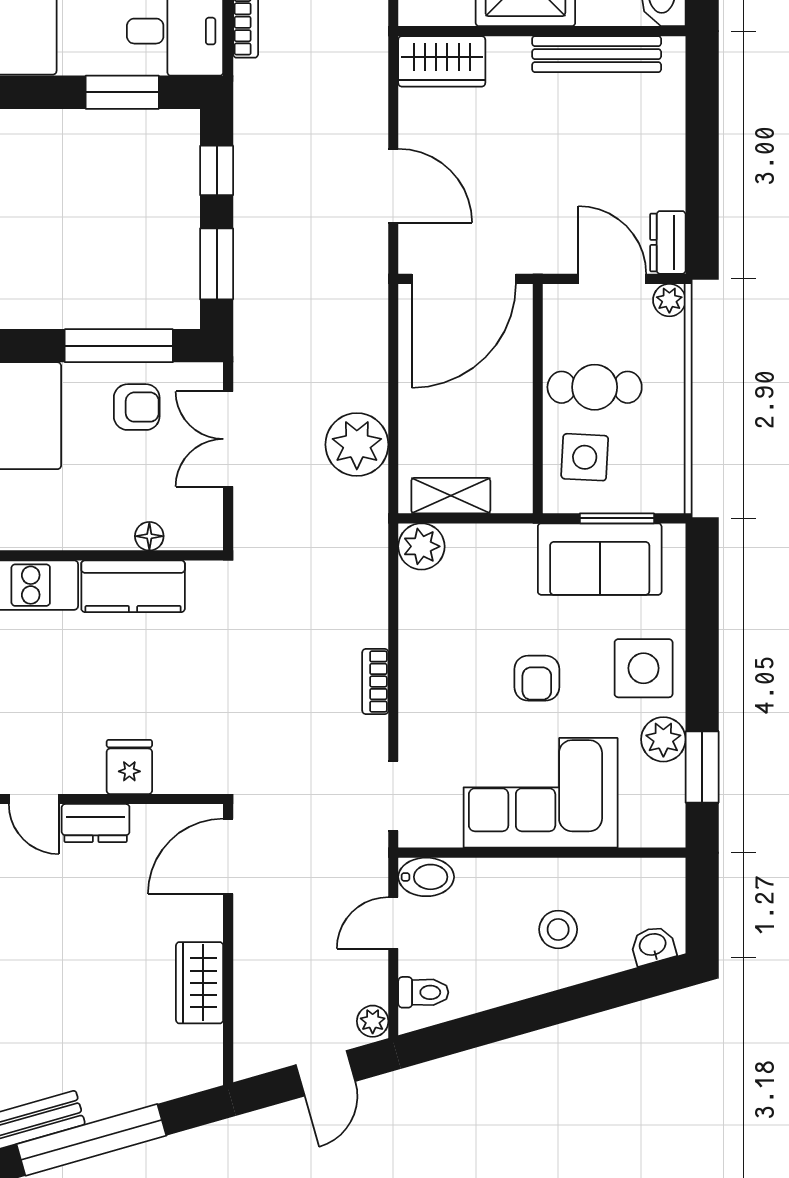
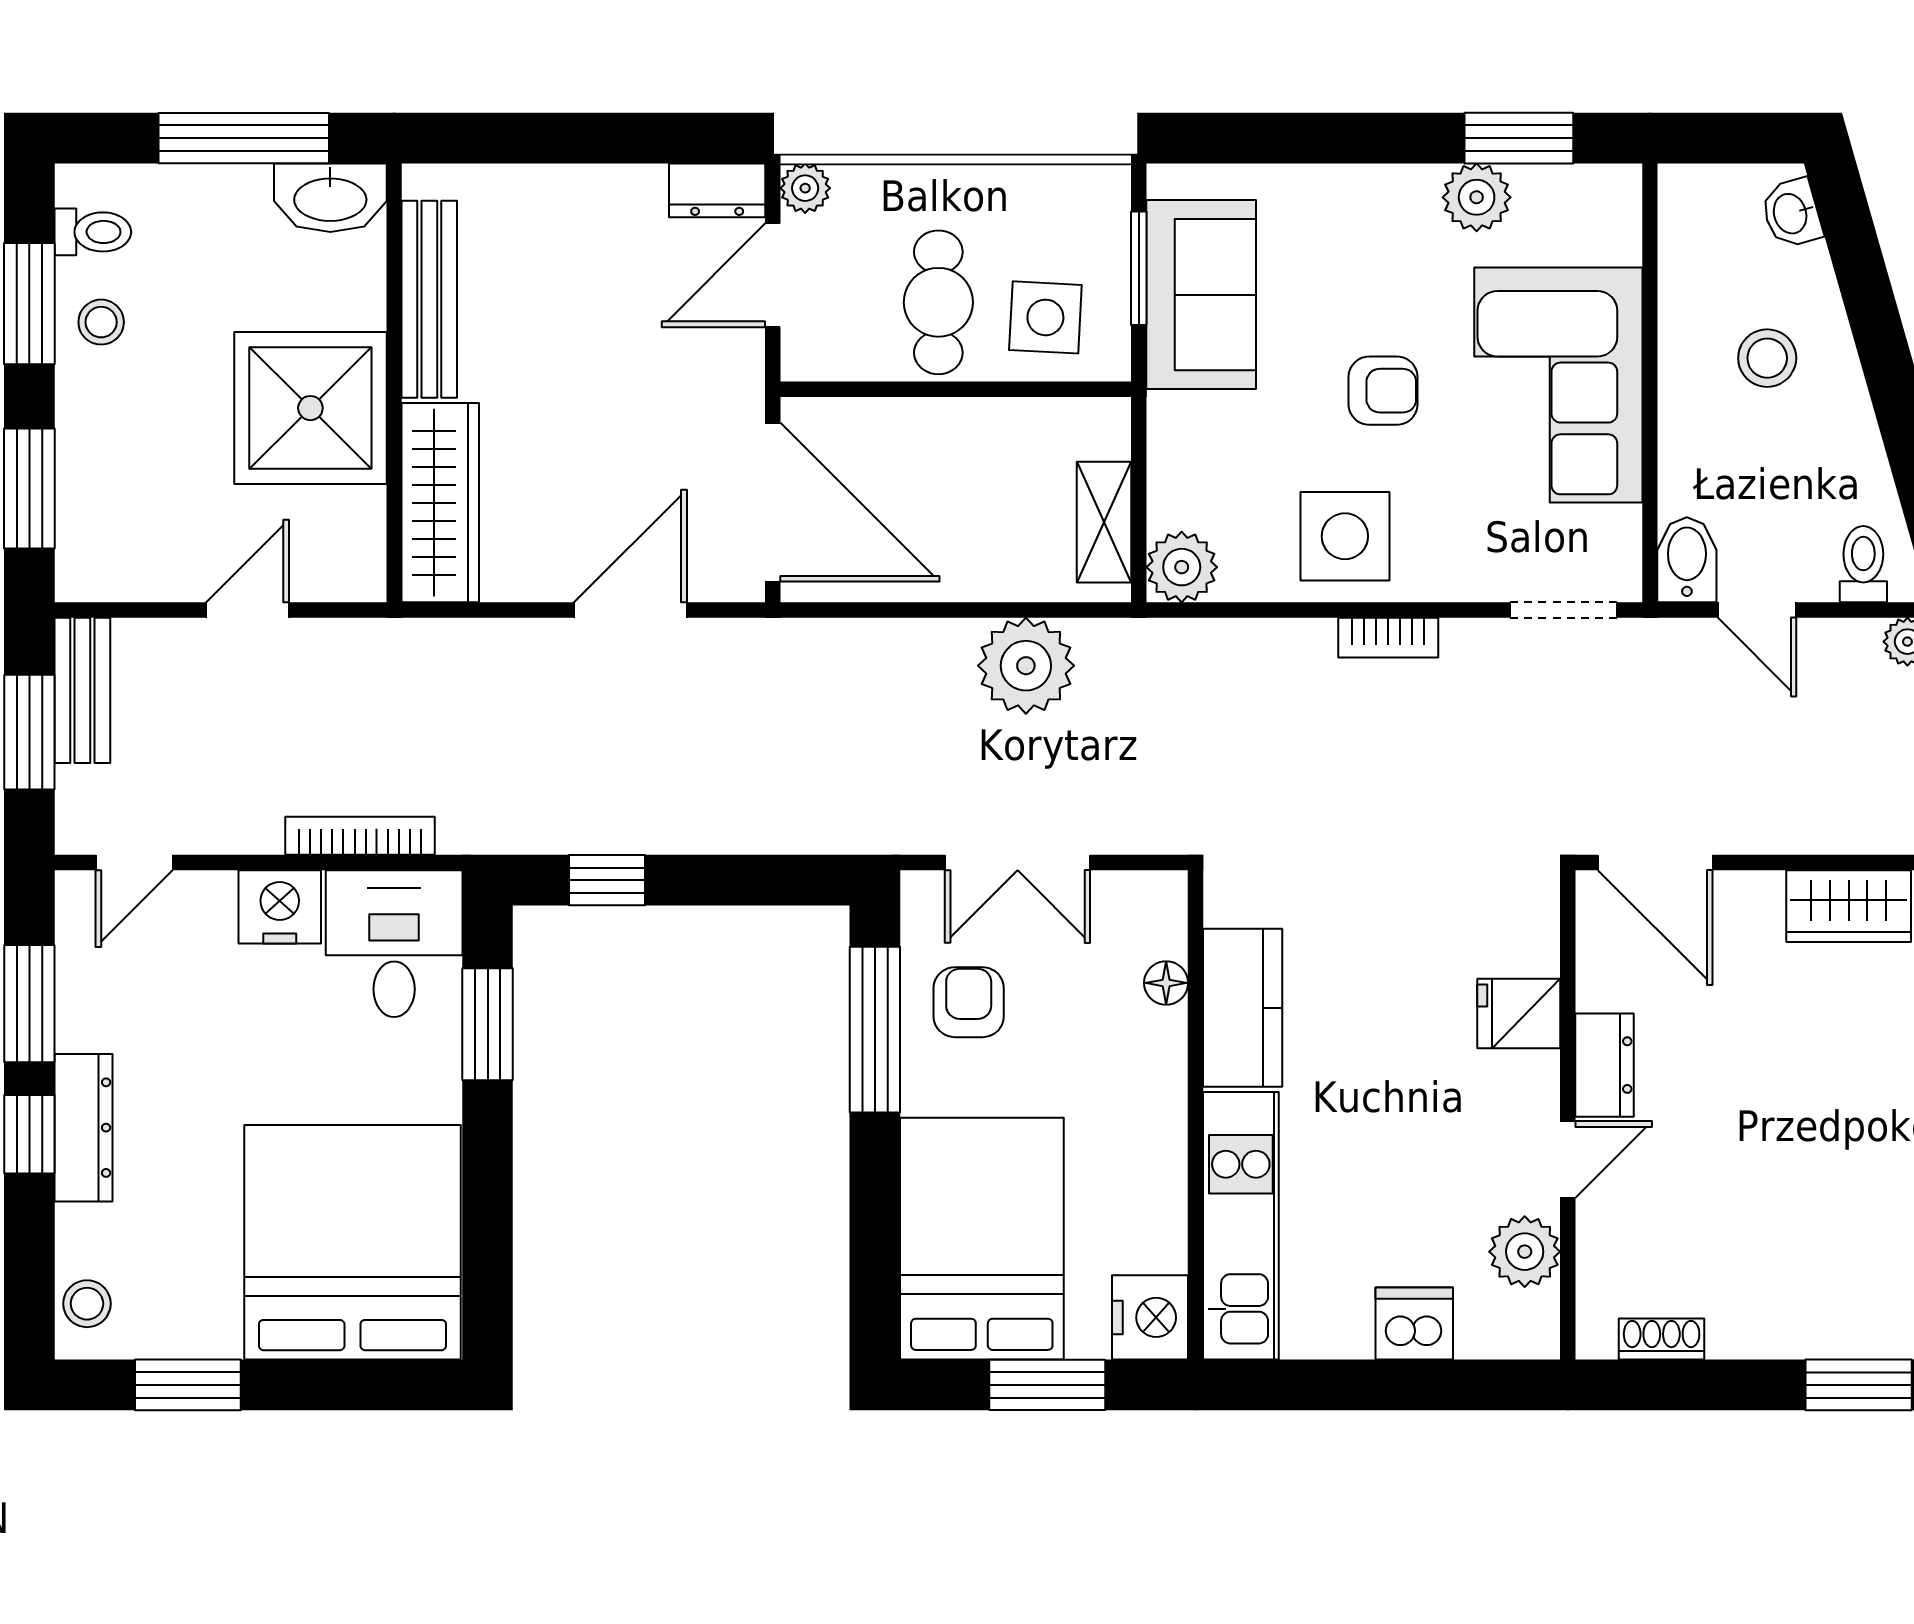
wardrobe: (442, 61) -> (440, 503), width x1.50
window: (217, 264) -> (750, 880), removed
side table: (644, 668) -> (1345, 536), moved

